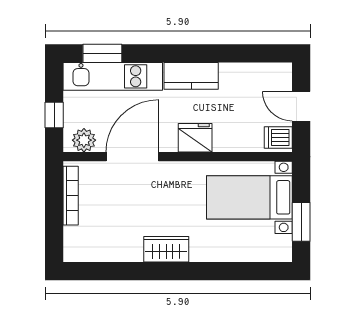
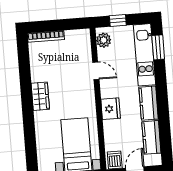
kitchen counter: (247, 76) -> (151, 137), added
door: (132, 157) -> (96, 71), width x0.53
bookcase: (71, 196) -> (46, 36), moved

